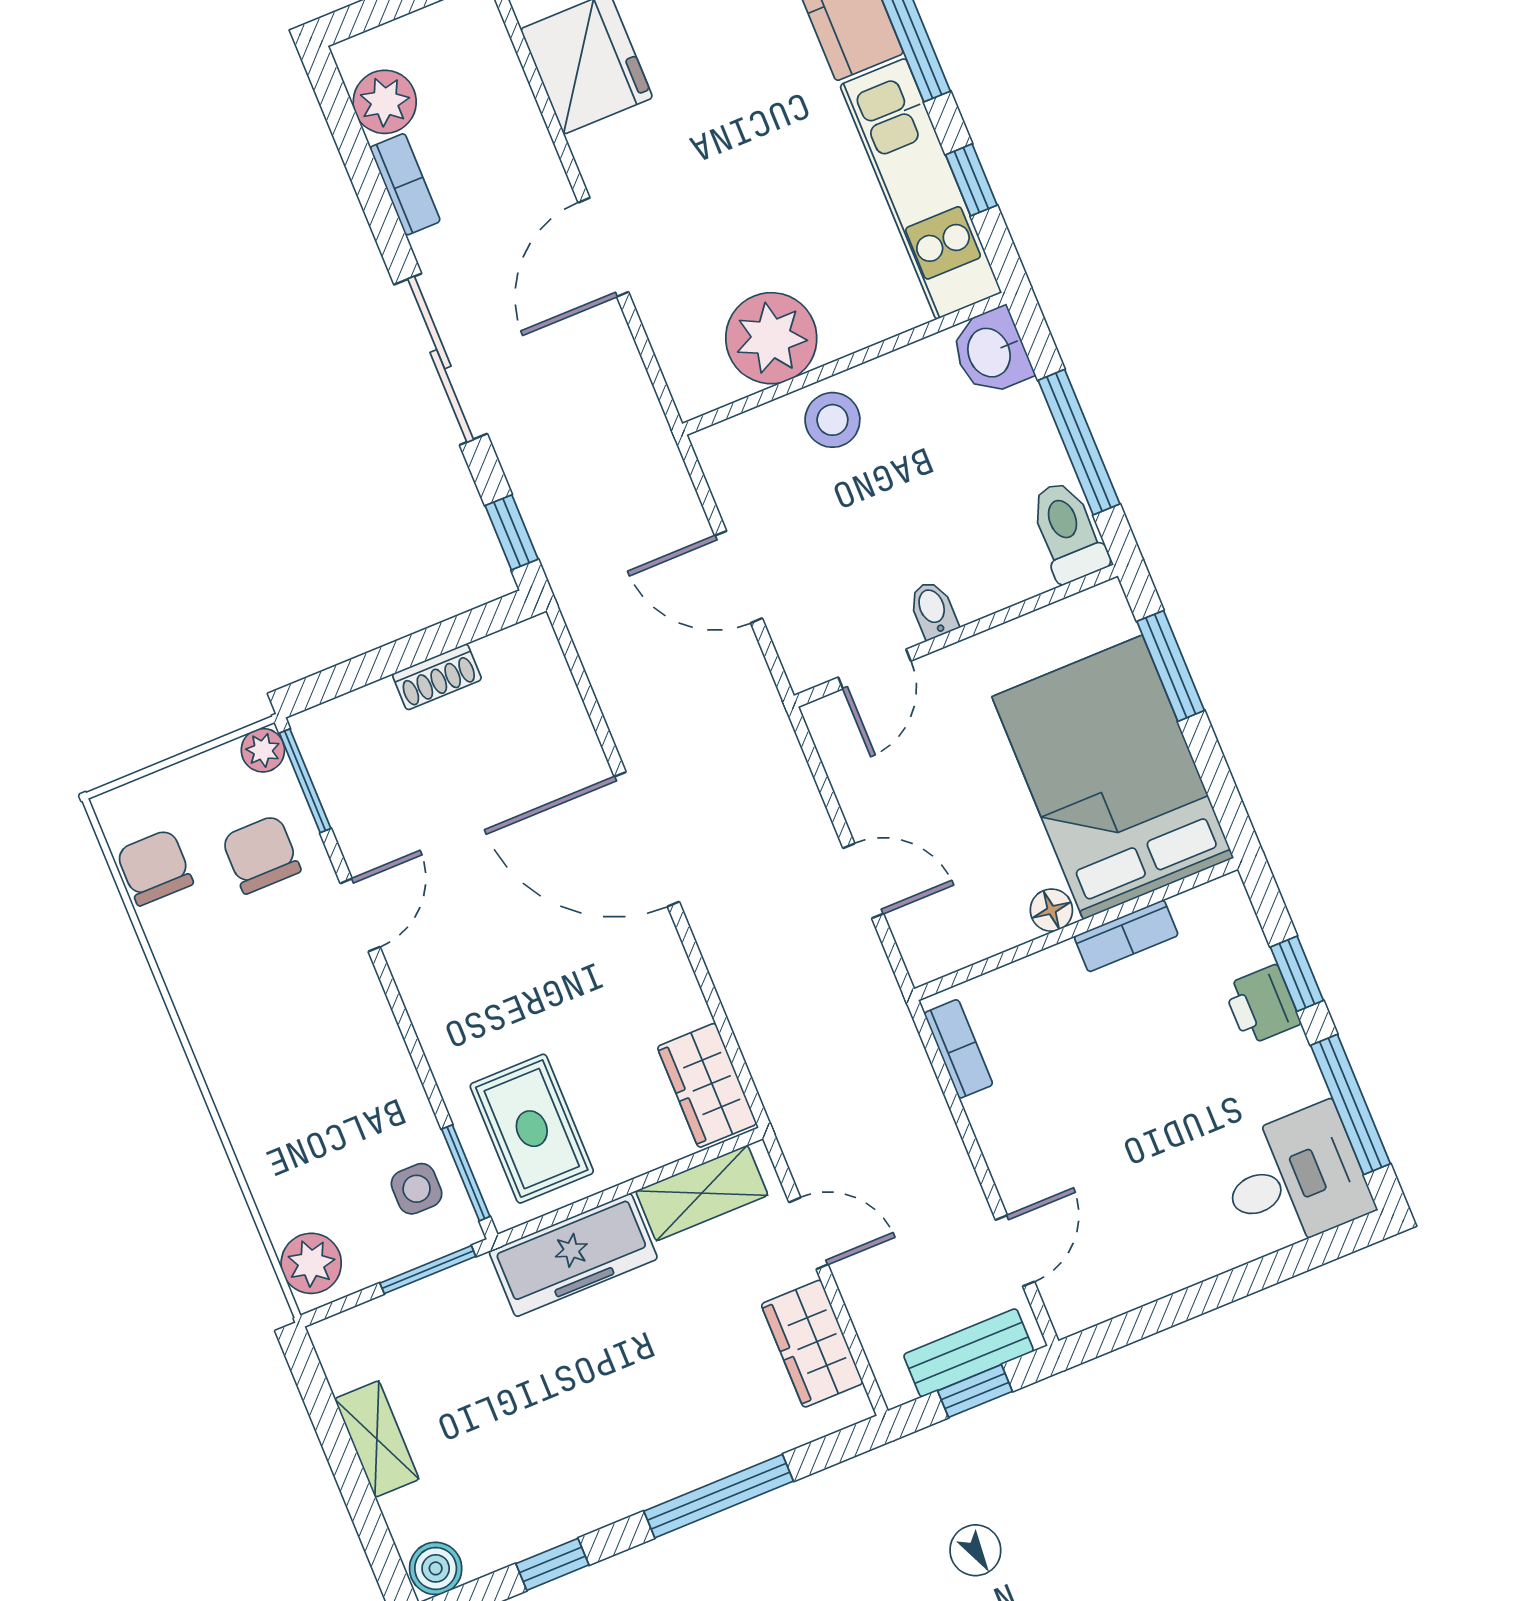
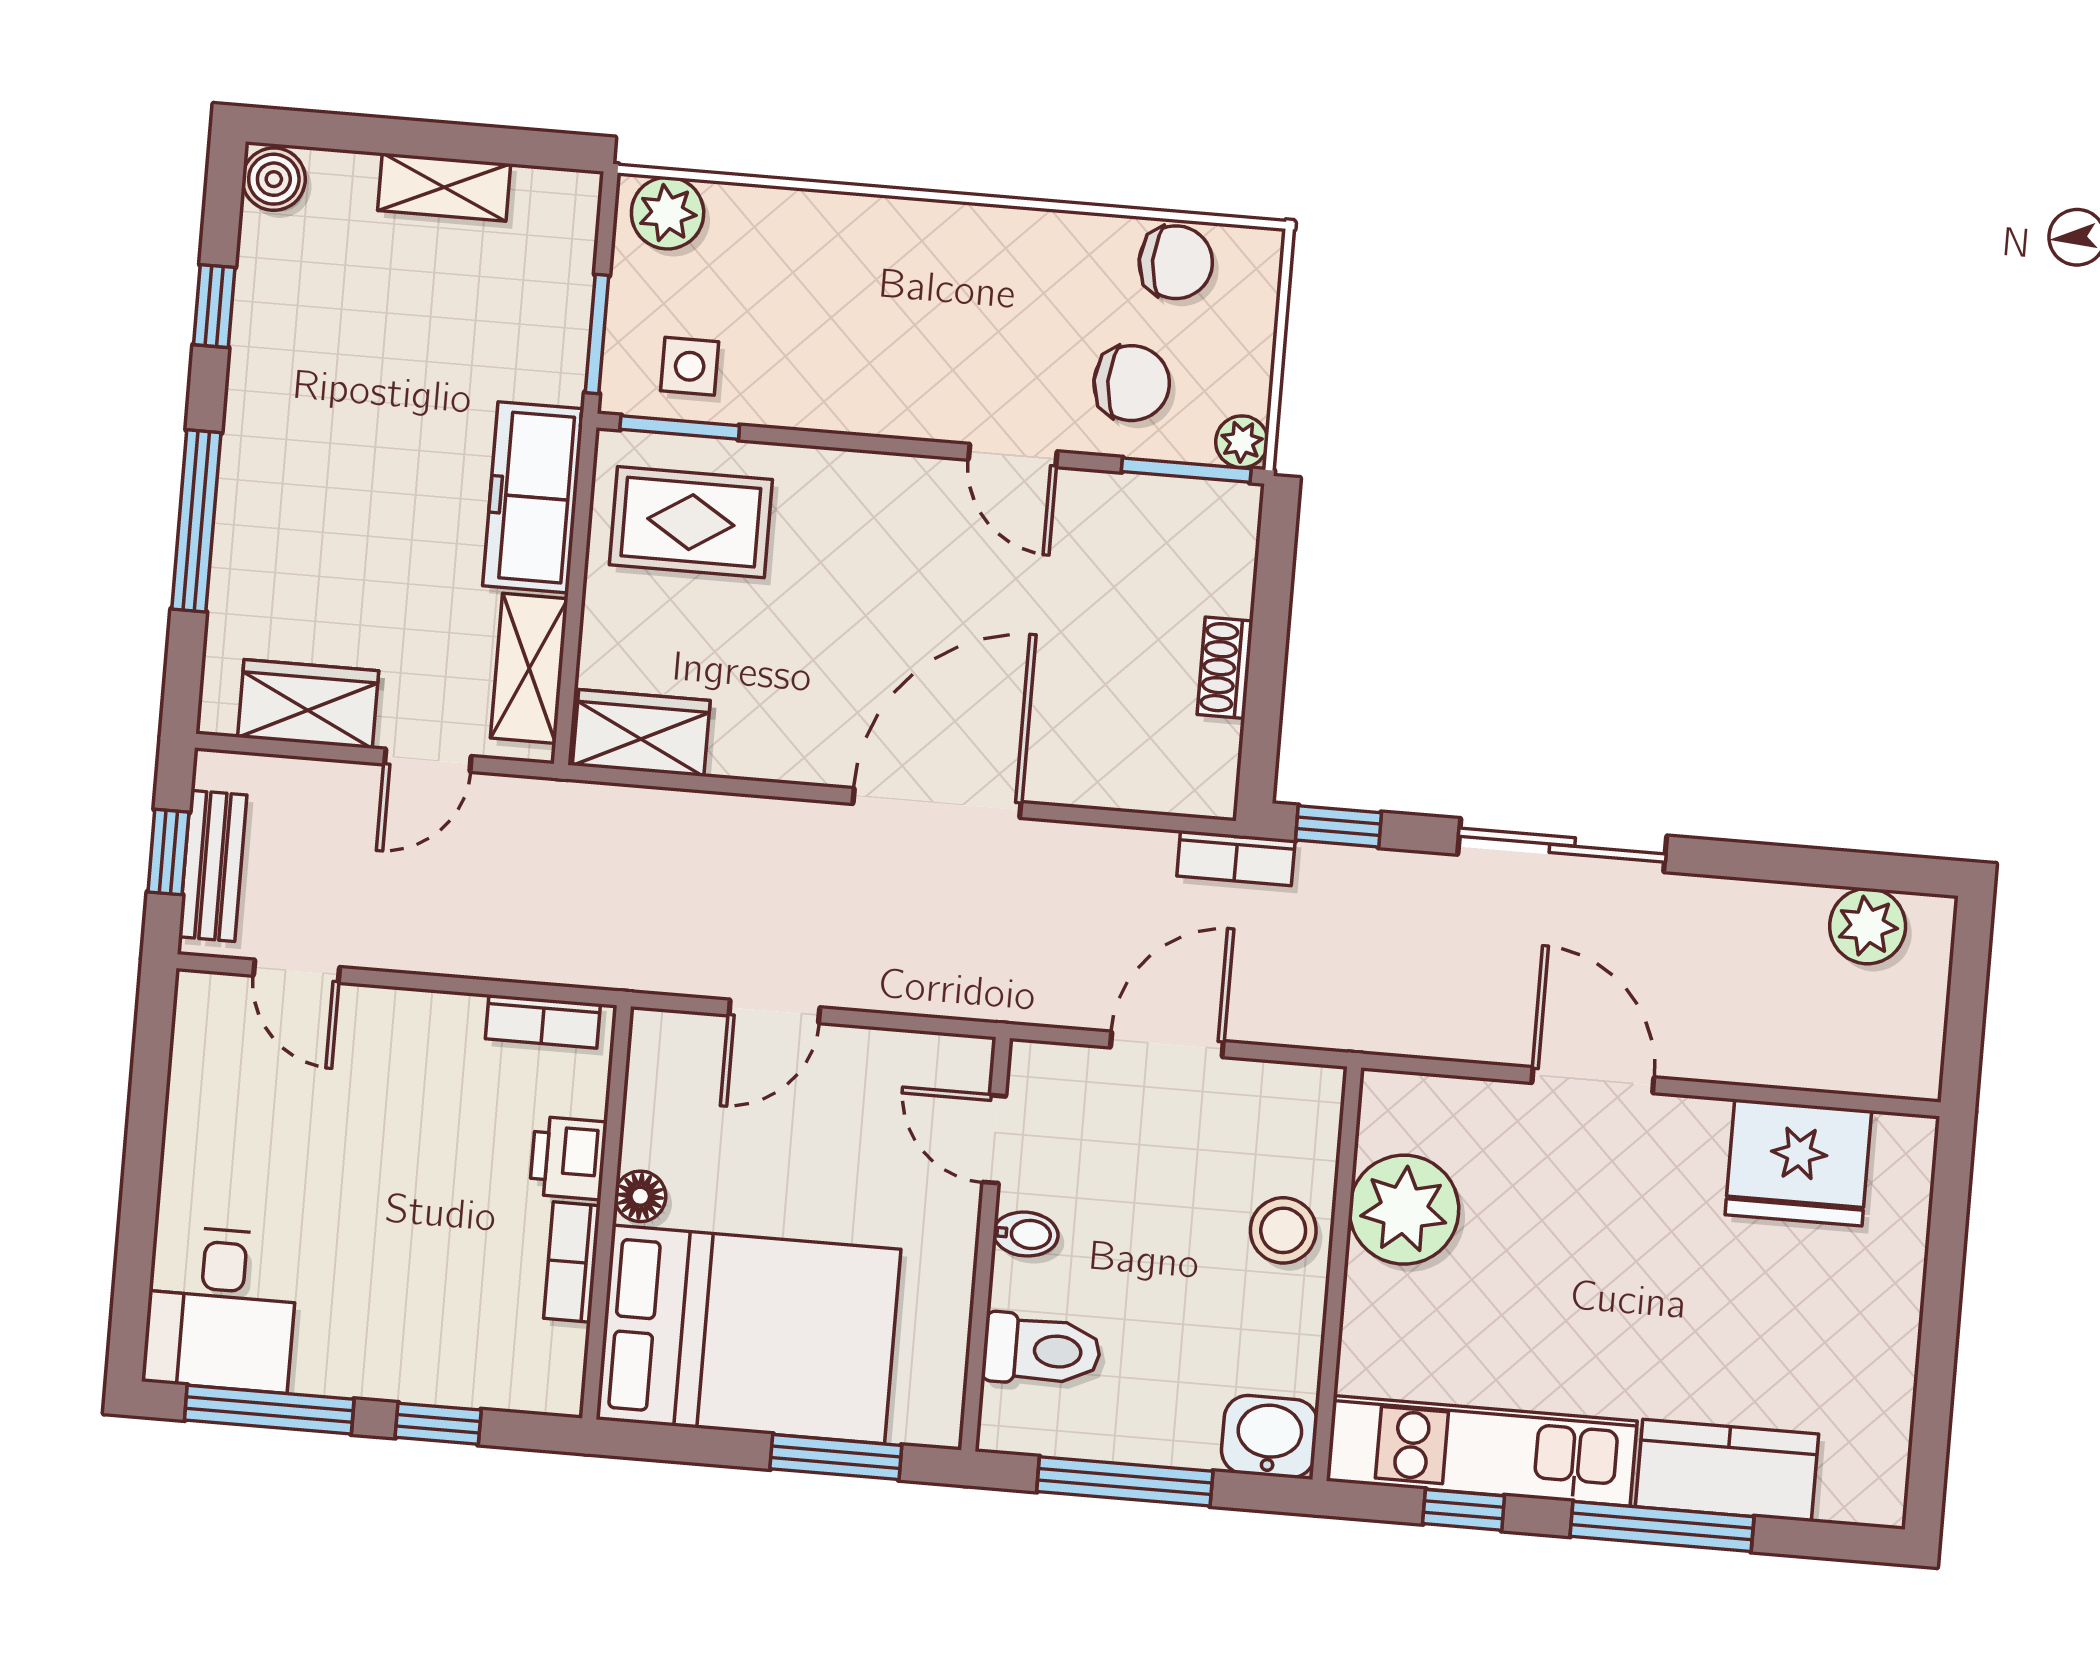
bookcase: (405, 184) -> (1236, 858), moved
toilet: (1068, 532) -> (1041, 1350), moved
printer: (1262, 1005) -> (568, 1158), moved, turned -90

